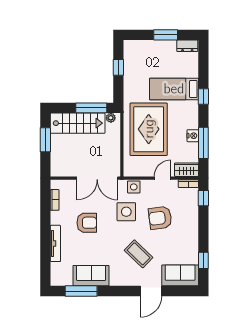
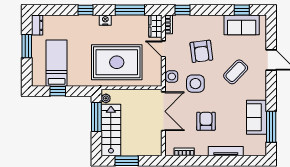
bed: (174, 89) -> (57, 63), moved, turned 180
nightstand: (193, 136) -> (105, 20), moved
sofa: (180, 275) -> (242, 25), moved, turned -90

